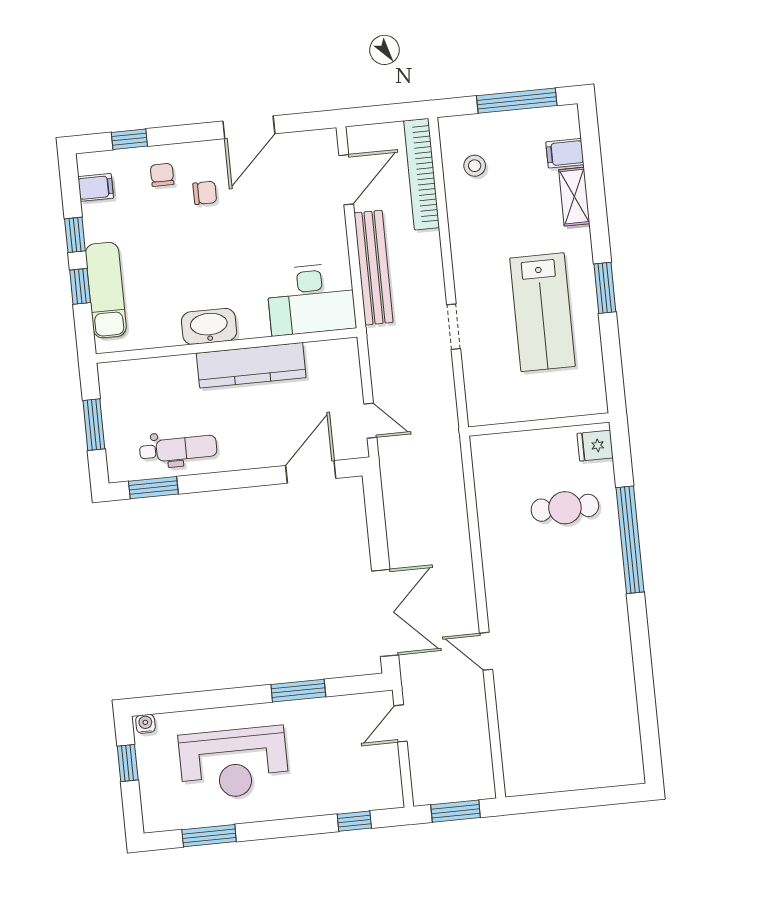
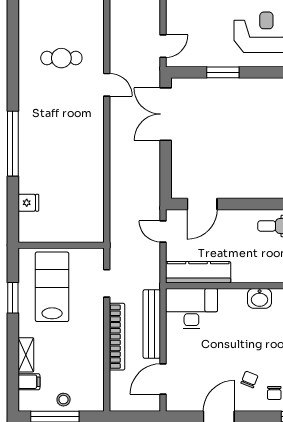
stool: (475, 166) -> (64, 400), moved
bookcase: (422, 174) -> (117, 337), moved
chair: (205, 193) -> (249, 380), turned 112
washbasin: (209, 326) -> (260, 298), width x0.72
kitchen counter: (251, 365) -> (198, 272), moved
wall: (539, 425) -> (61, 245), moved
cafe table: (565, 508) -> (61, 58), moved

